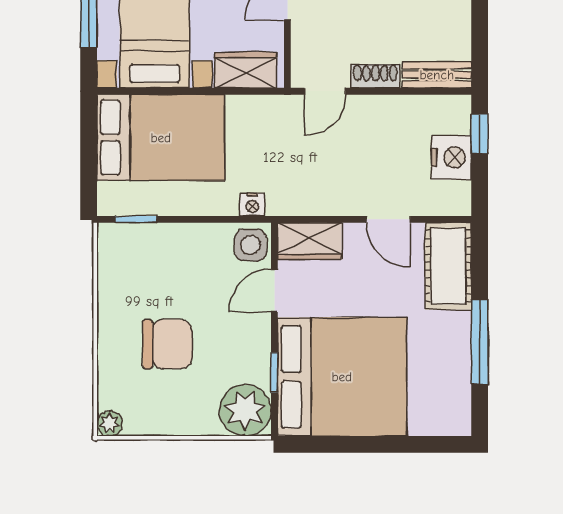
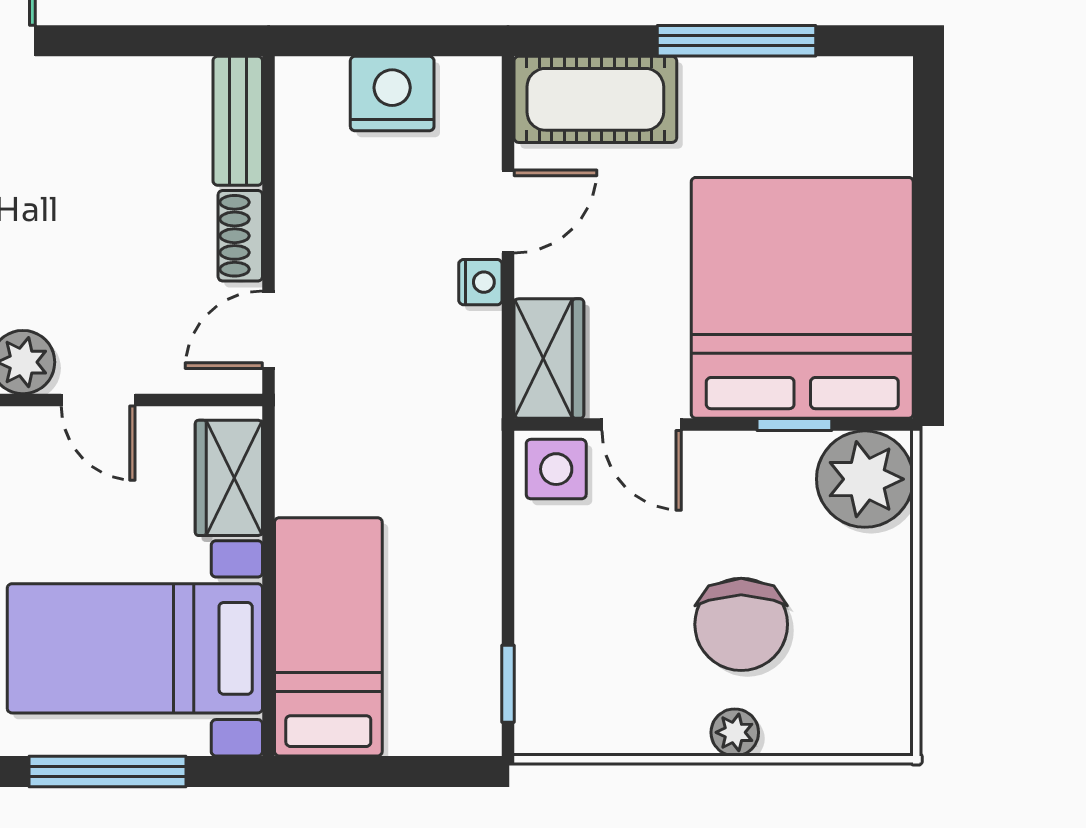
door: (325, 91) -> (269, 330), swing flipped
window: (480, 134) -> (348, 41), removed
bed: (161, 138) -> (328, 637), width x0.67
nightstand: (252, 205) -> (480, 282), moved
chair: (167, 344) -> (741, 624), turned 180
plant: (110, 423) -> (735, 732), moved

